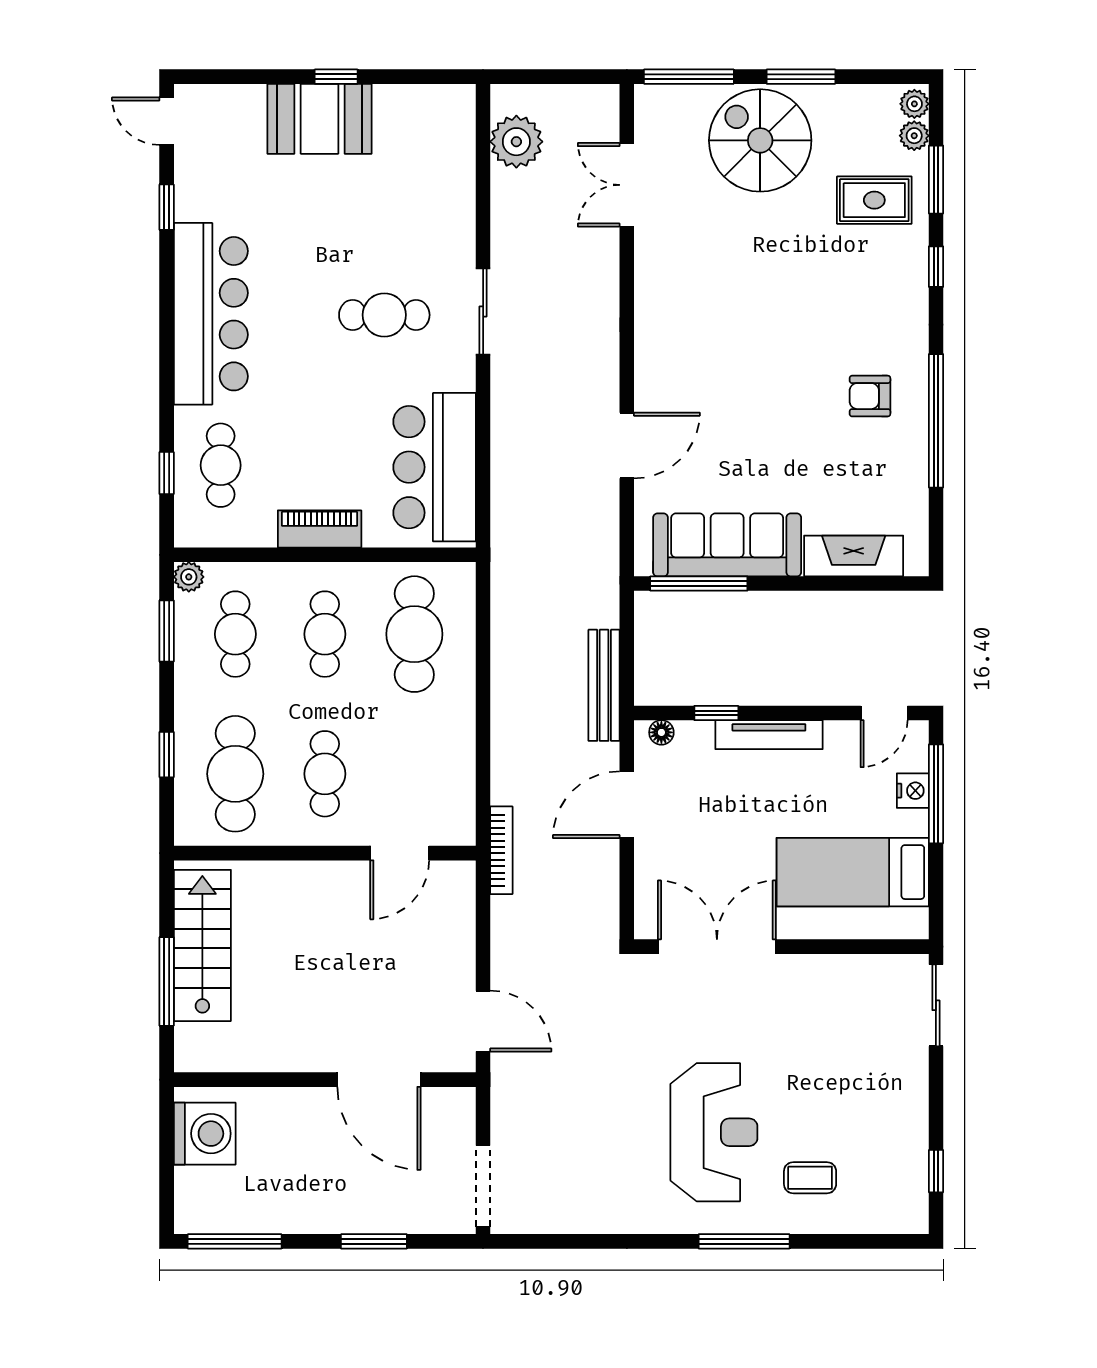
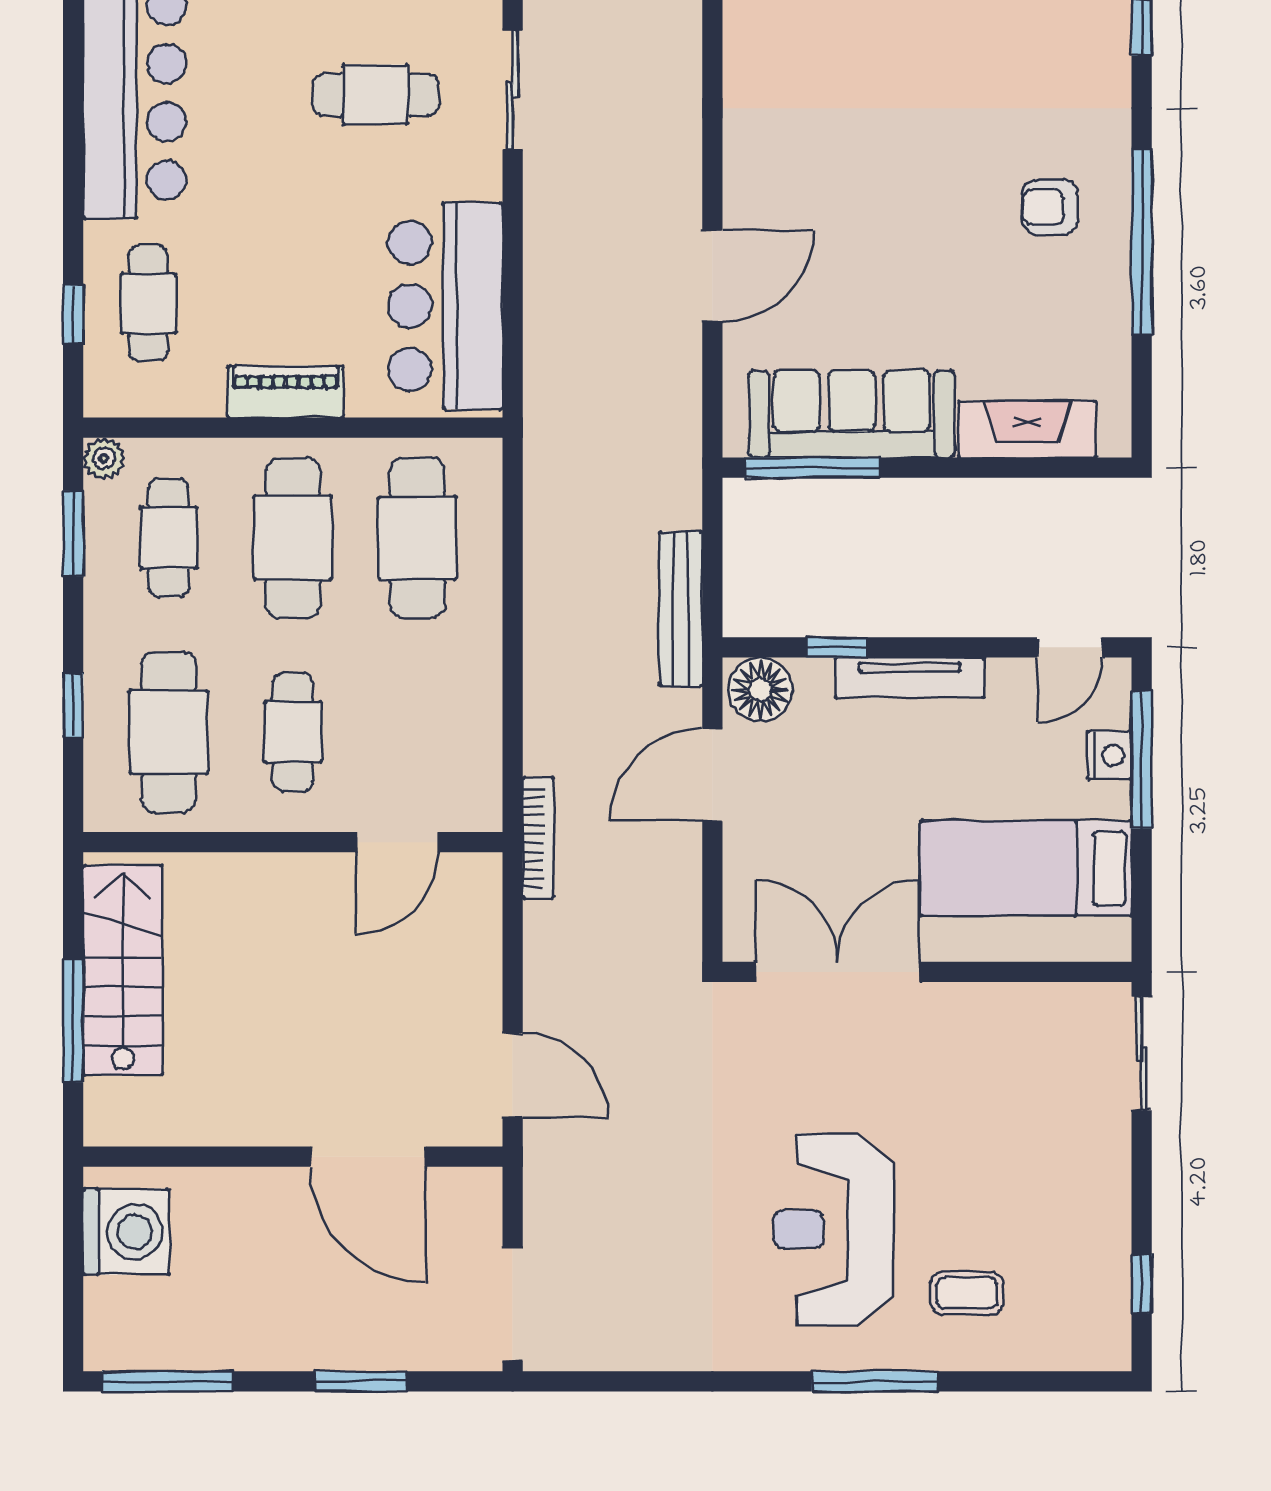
cafe table: (325, 634) -> (293, 538), width x1.37, depth x1.35
floor lamp: (661, 732) -> (760, 690), width x1.89, depth x1.89
reception desk: (714, 1132) -> (833, 1230), turned 180

